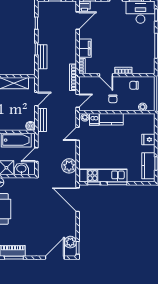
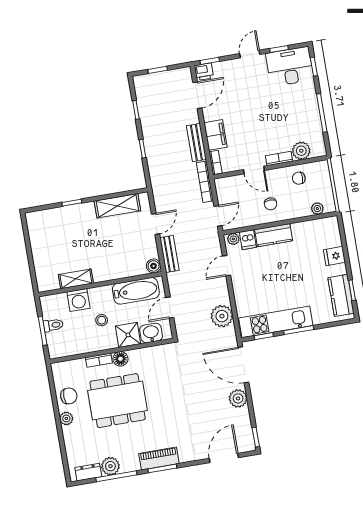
bench: (42, 57) -> (196, 143), moved
plant: (139, 68) -> (301, 151), added
plant: (70, 242) -> (238, 398), moved

